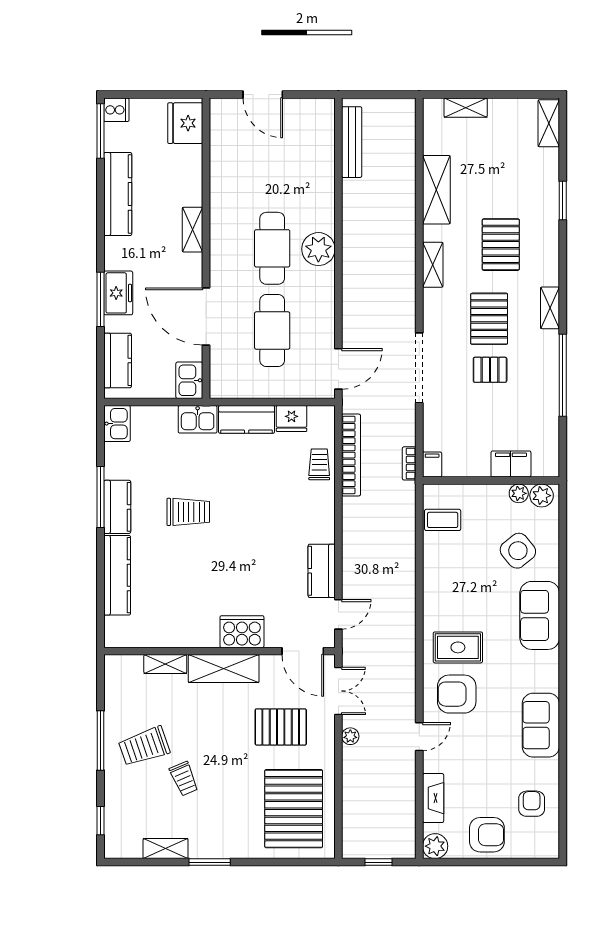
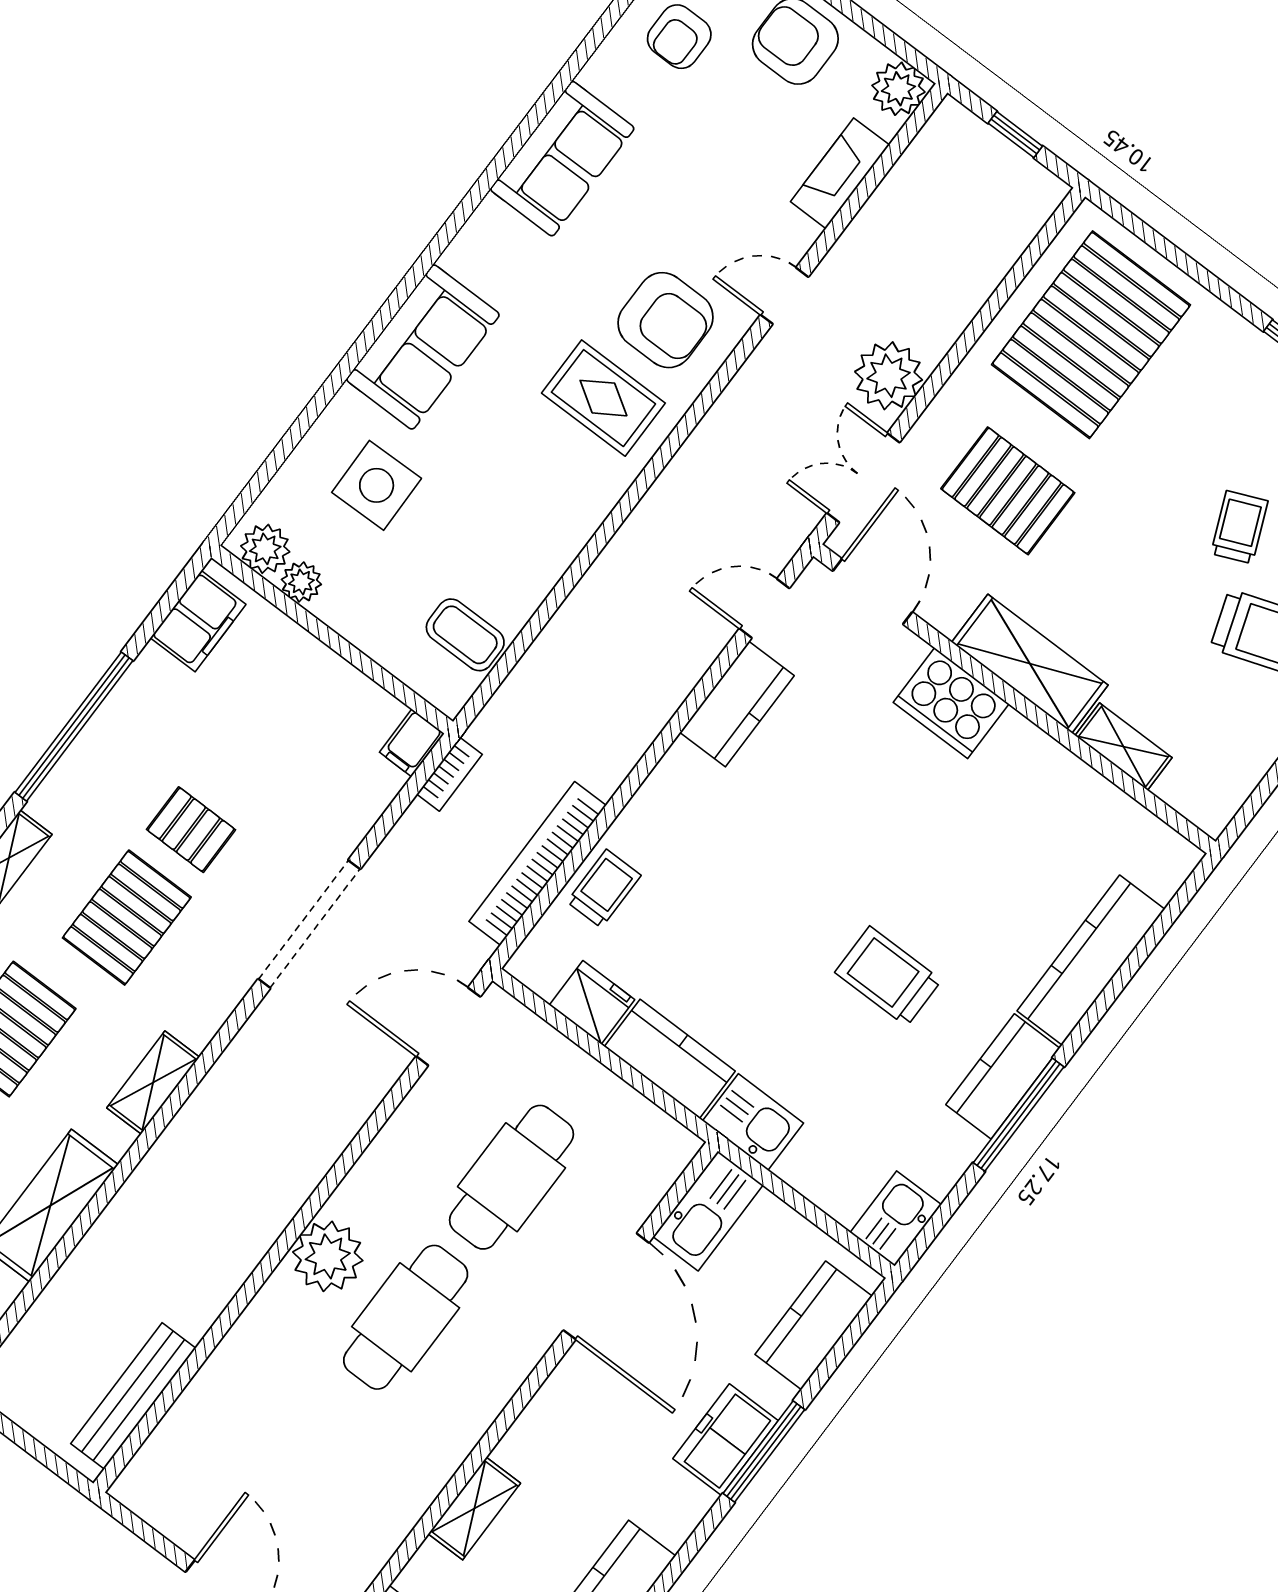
shelving: (192, 230) -> (474, 1509), moved
kitchen sink: (189, 380) -> (708, 1211), width x1.38
trolley: (319, 464) -> (604, 889), turned 180
filing cabinet: (511, 464) -> (198, 621), moved, turned -90
side table: (518, 551) -> (377, 485), turned 38
plant: (350, 736) -> (889, 376), width x1.88, depth x1.88

